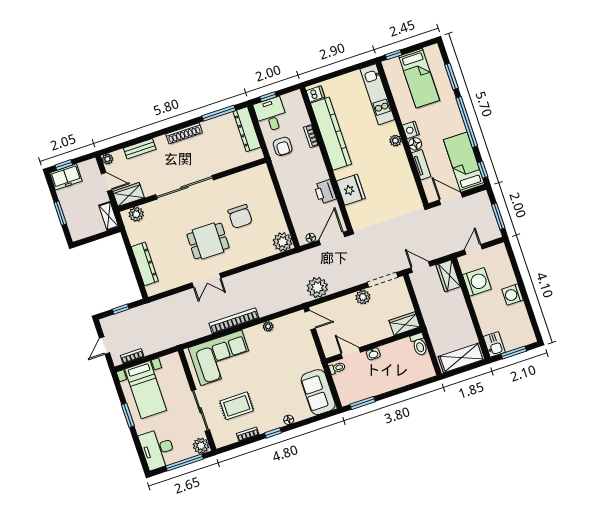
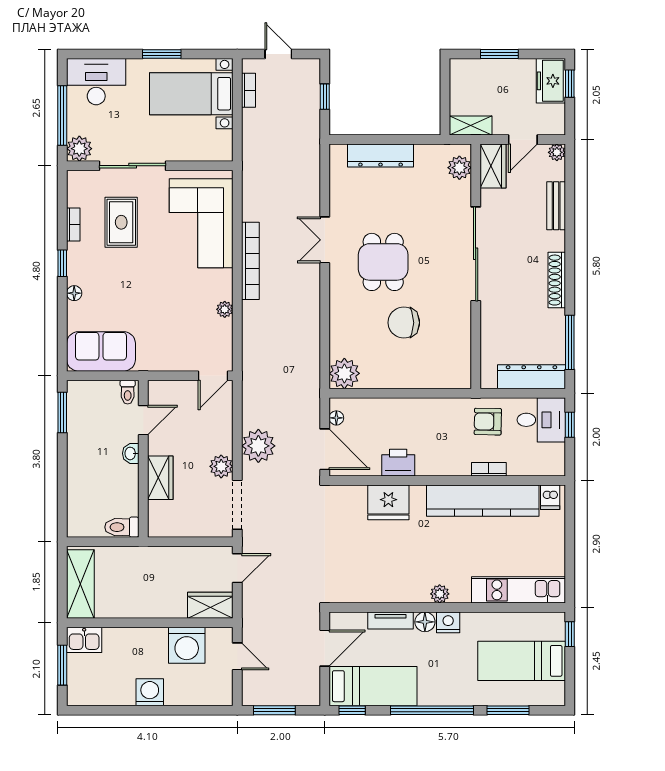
plant: (317, 288) -> (258, 446), moved
wardrobe: (405, 324) -> (160, 478), moved

